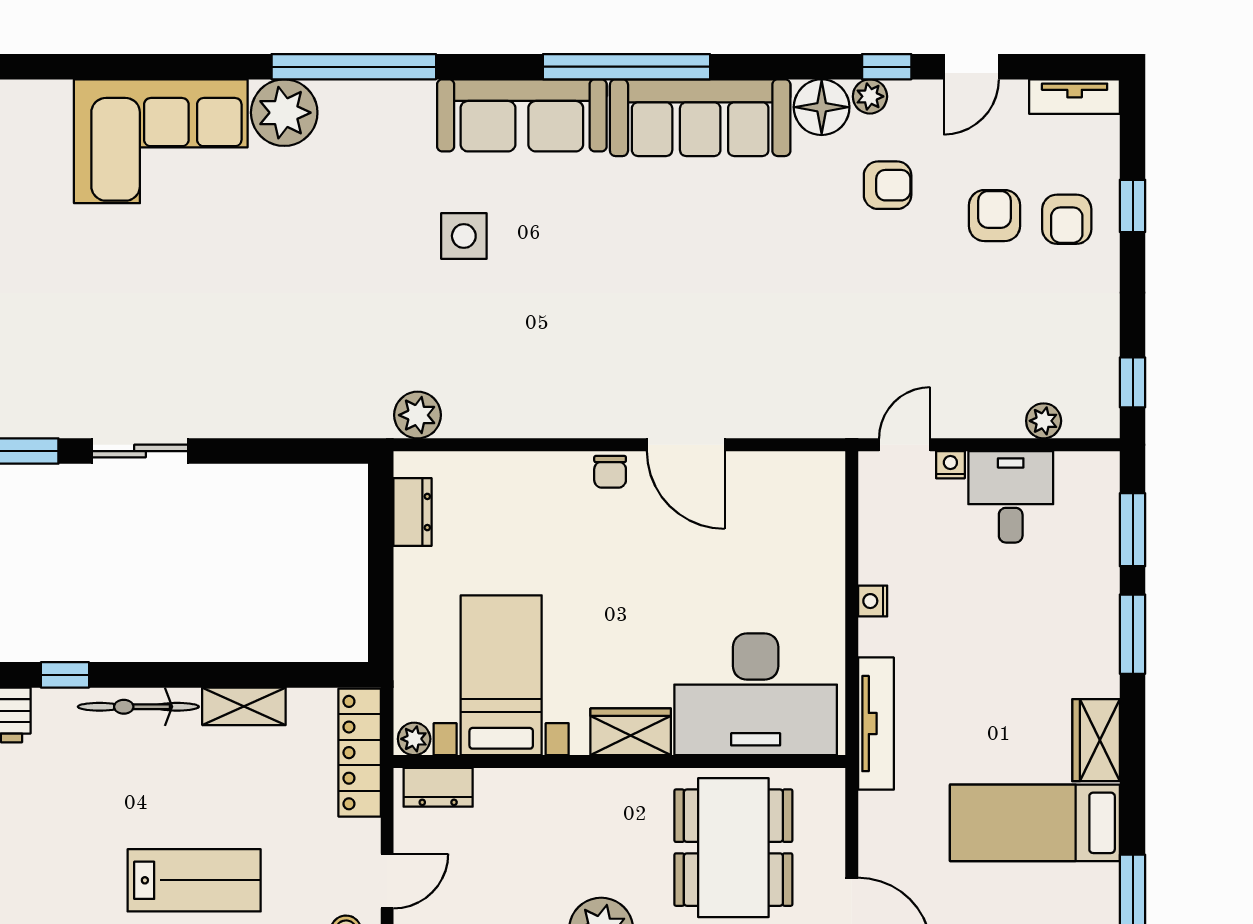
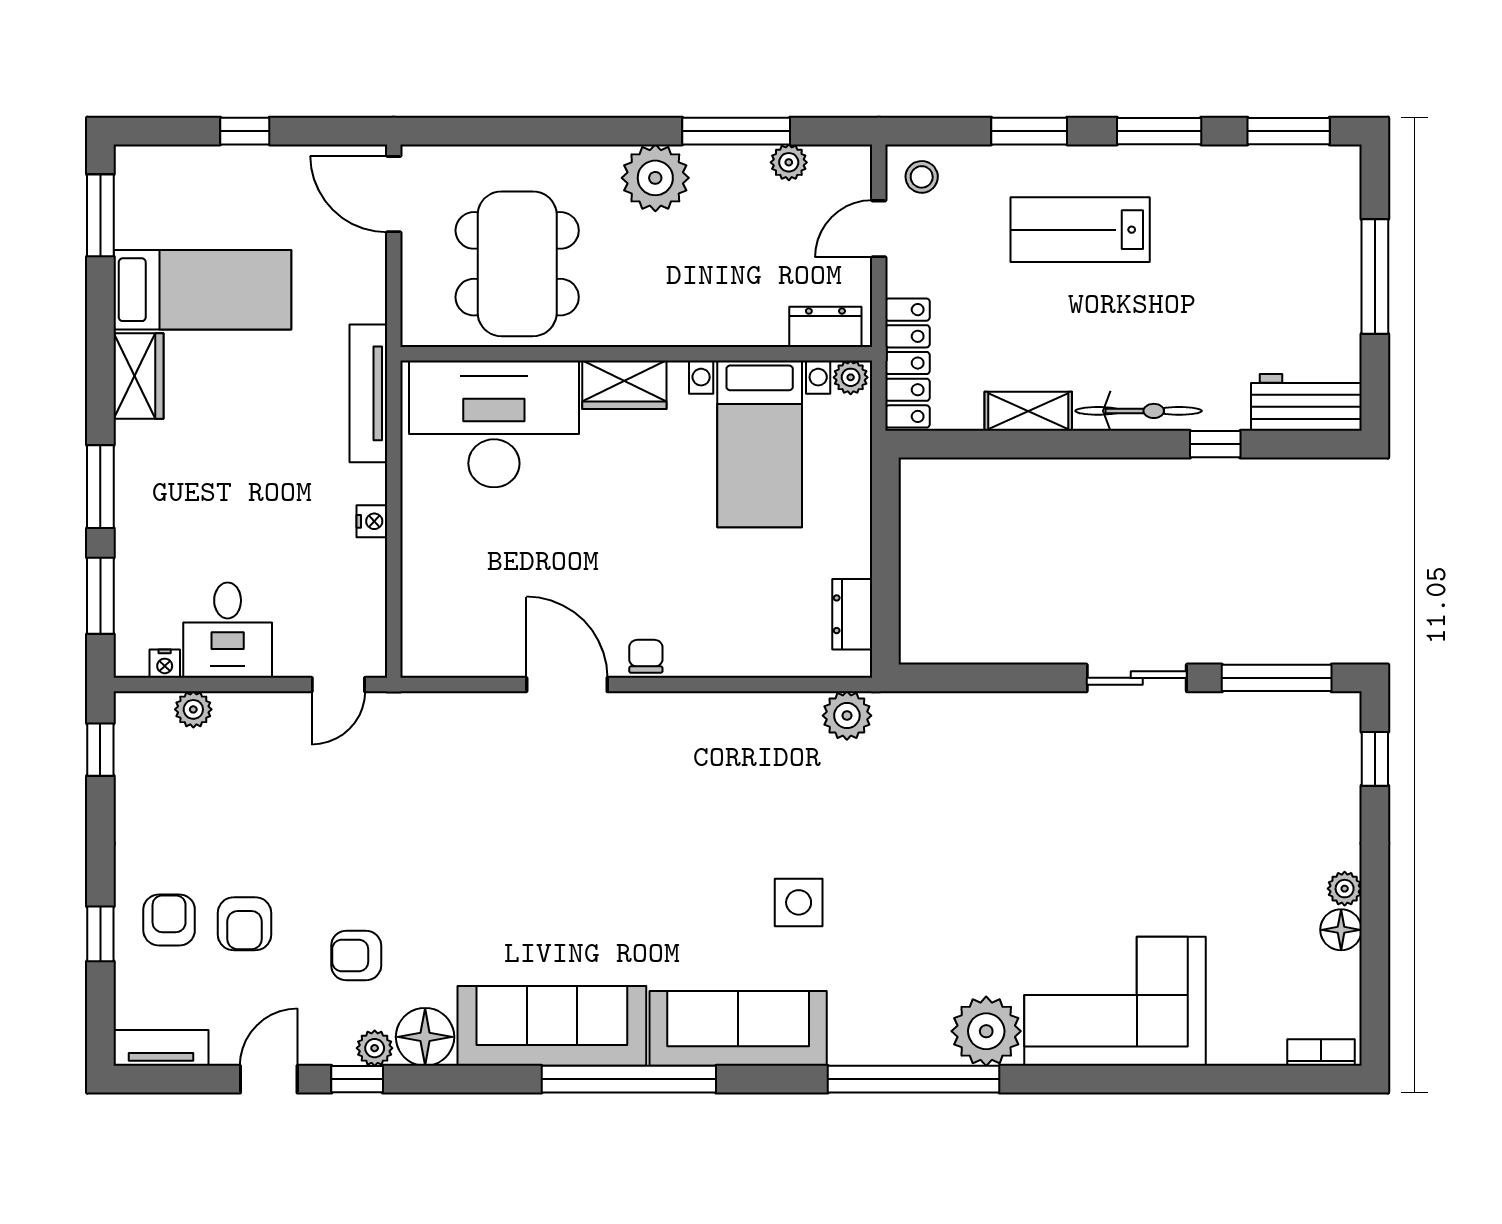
nightstand: (950, 465) -> (165, 664), moved

